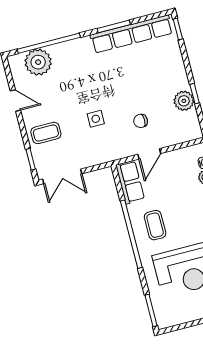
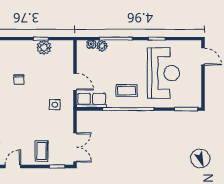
side table: (96, 119) -> (55, 105), moved
chair: (141, 121) -> (19, 79), moved

